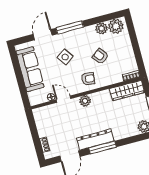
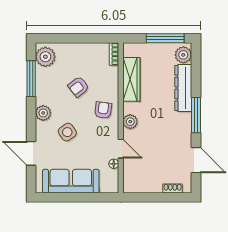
window: (70, 27) -> (31, 79), moved
plant: (101, 28) -> (43, 113), moved
wardrobe: (127, 90) -> (131, 79), moved
door: (64, 99) -> (121, 149), swing flipped
dresser: (95, 140) -> (183, 88), moved

